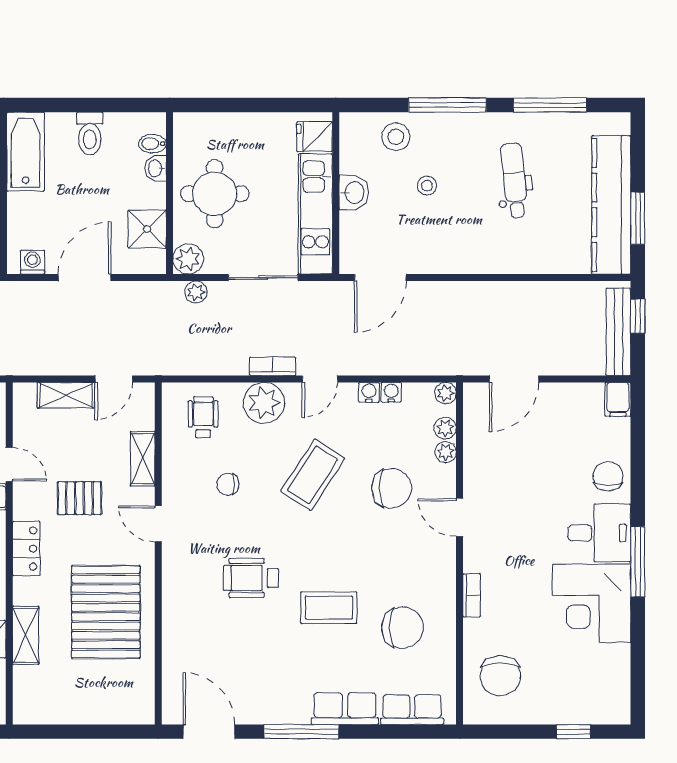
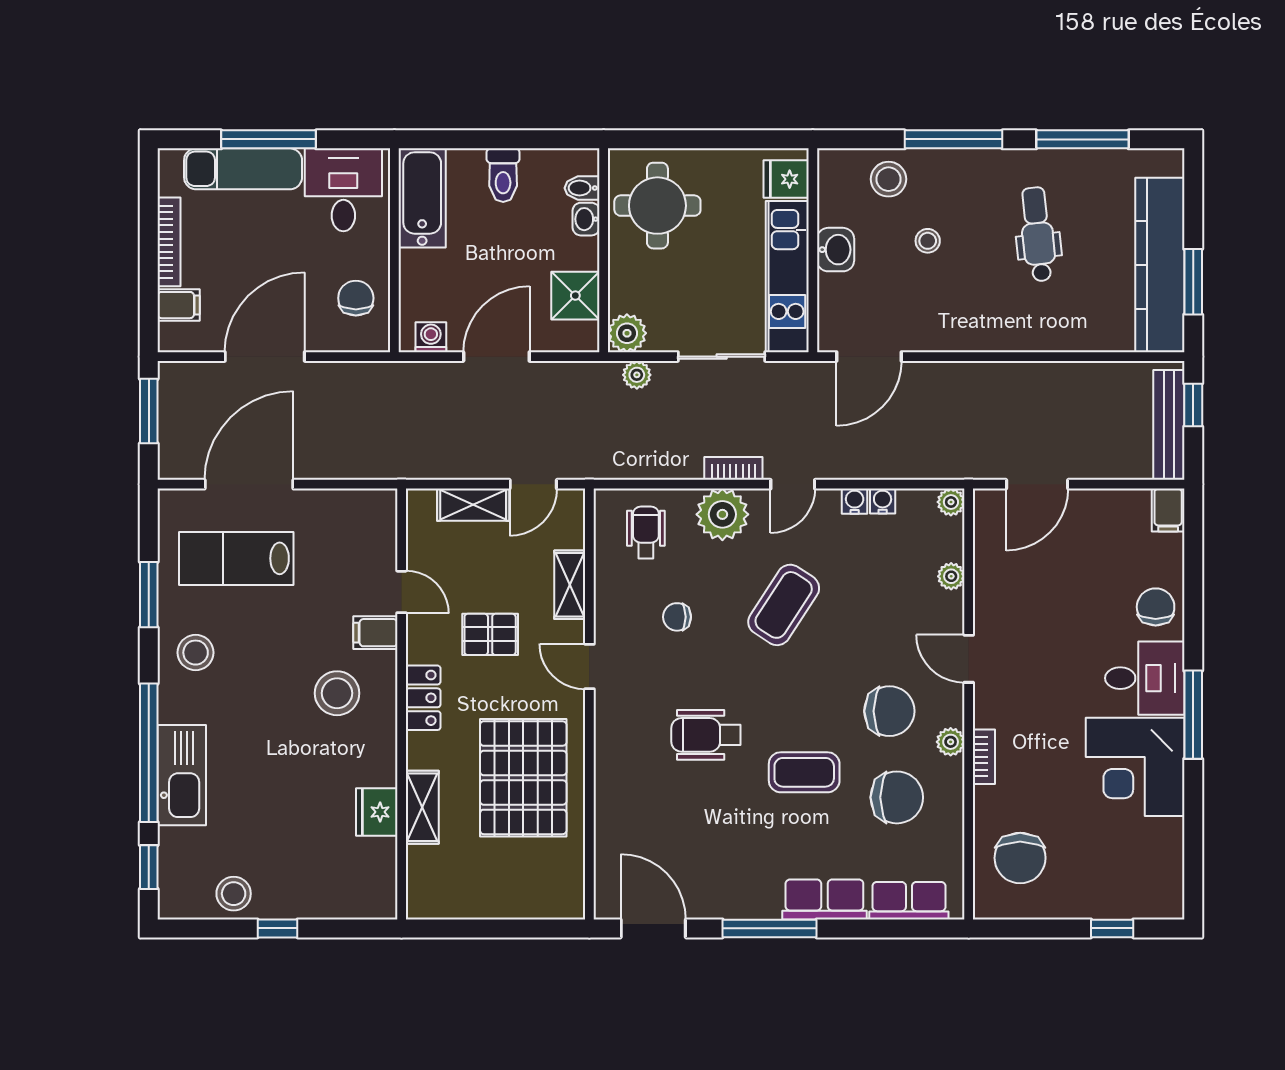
round table: (215, 194) -> (657, 206), moved
plant: (445, 428) -> (951, 742), moved
chair: (392, 488) -> (889, 711), moved

